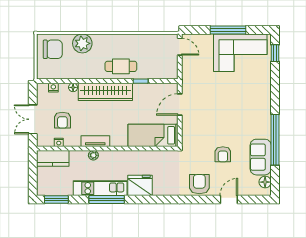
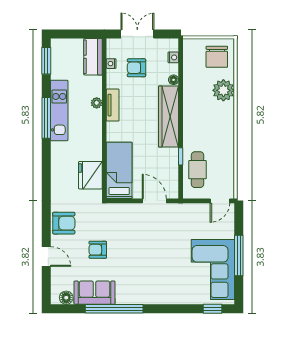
cafe table: (121, 66) -> (198, 170), moved
fridge: (140, 185) -> (90, 175), moved, turned 180

